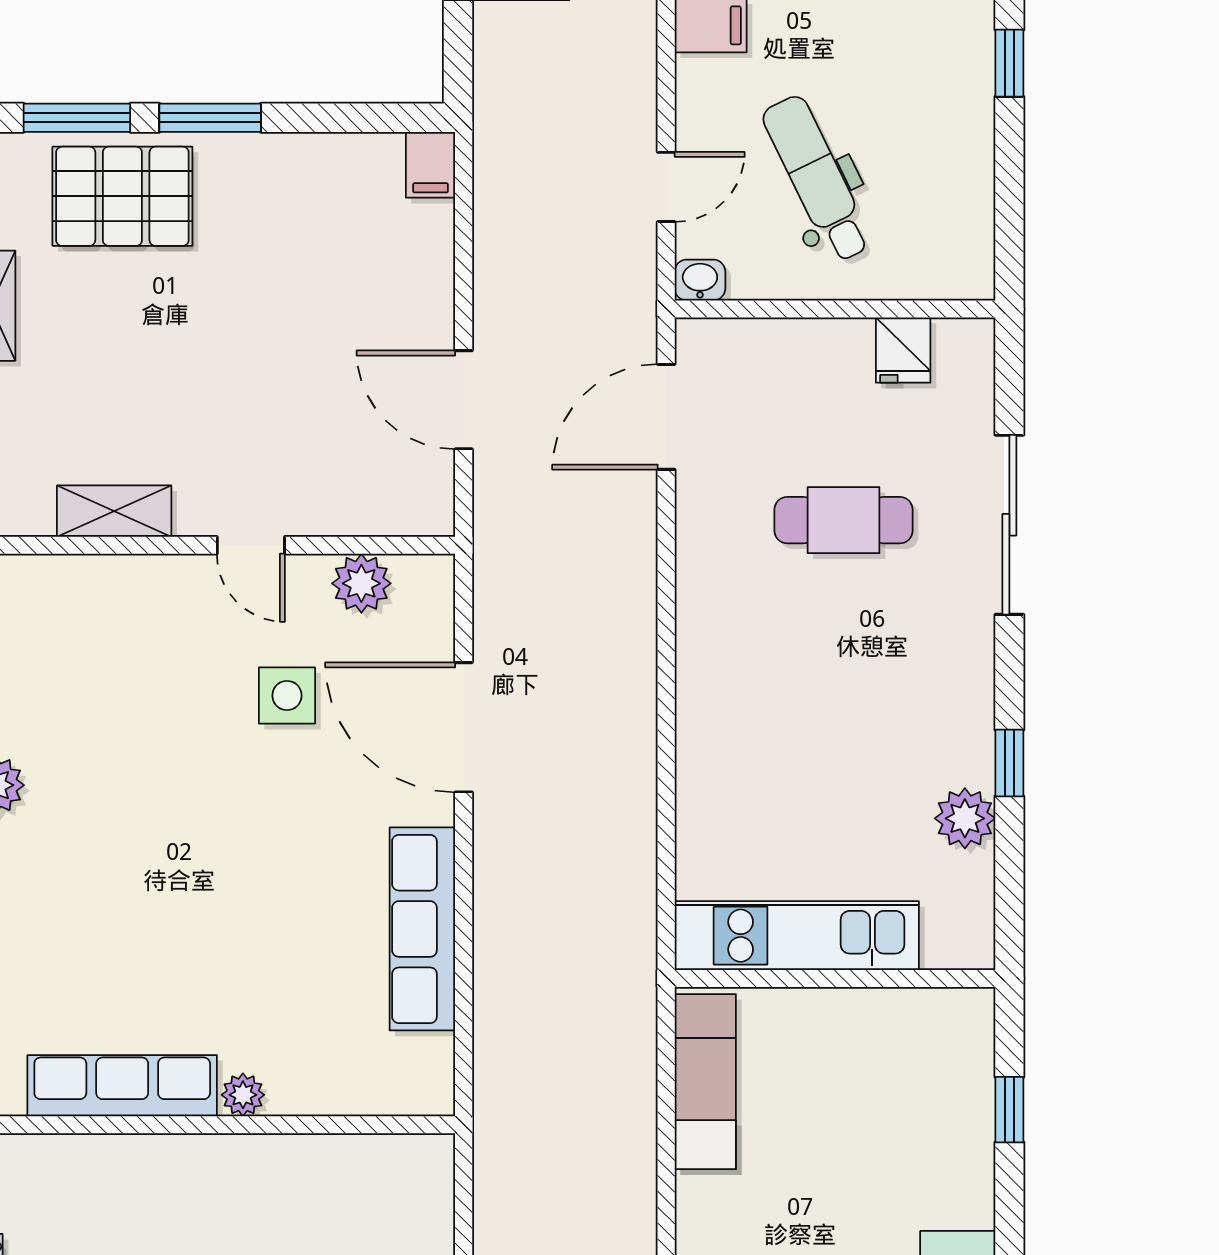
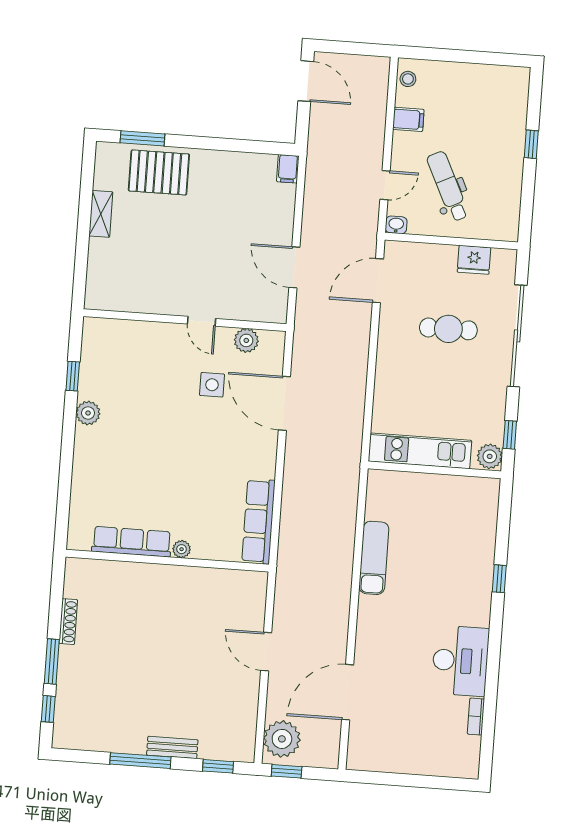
window: (210, 118) -> (198, 143), removed
fridge: (903, 350) -> (474, 260), width x1.38
shelving: (114, 511) -> (146, 303), removed
sliding door: (1009, 525) -> (517, 336), width x1.36
row of seats: (422, 929) -> (258, 521), moved
kitchen unit: (797, 936) -> (420, 451), moved
wall: (835, 978) -> (434, 470), moved

